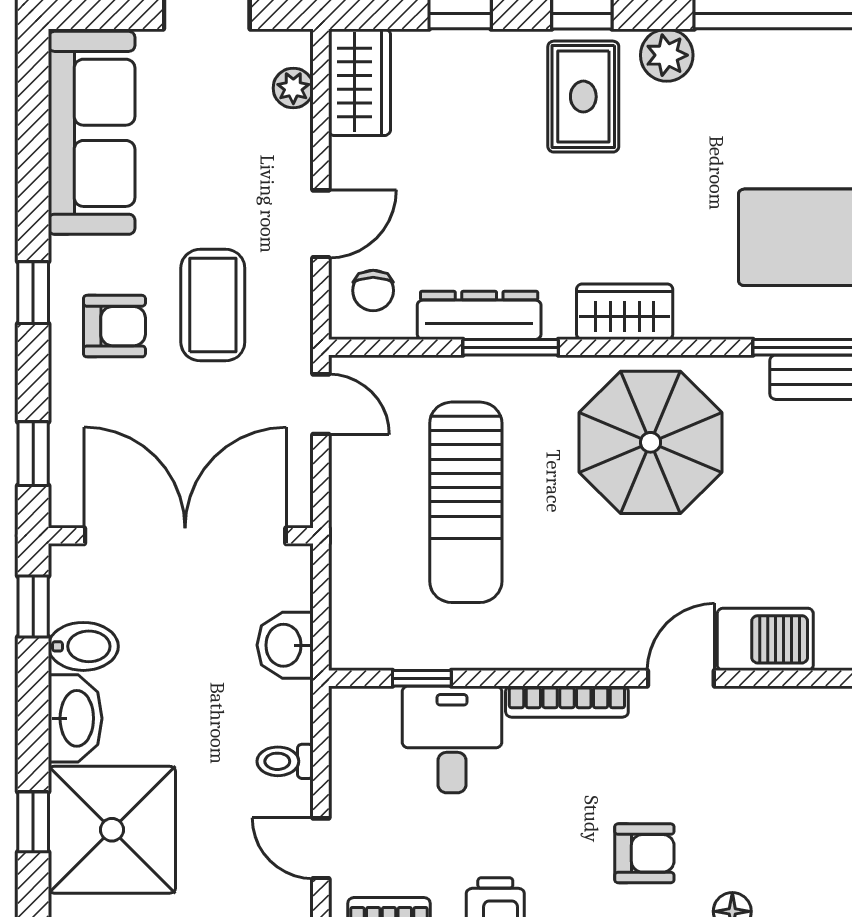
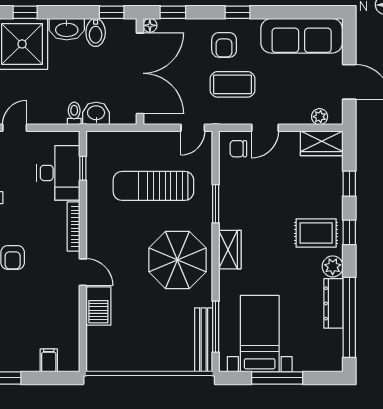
door: (321, 224) -> (265, 128), hinge flipped
dresser: (479, 315) -> (334, 303), moved, turned 180
floor lamp: (66, 511) -> (150, 25), added
desk: (452, 739) -> (58, 173), width x1.37
toilet: (285, 761) -> (74, 113), moved

